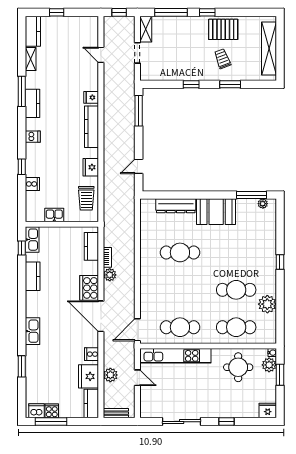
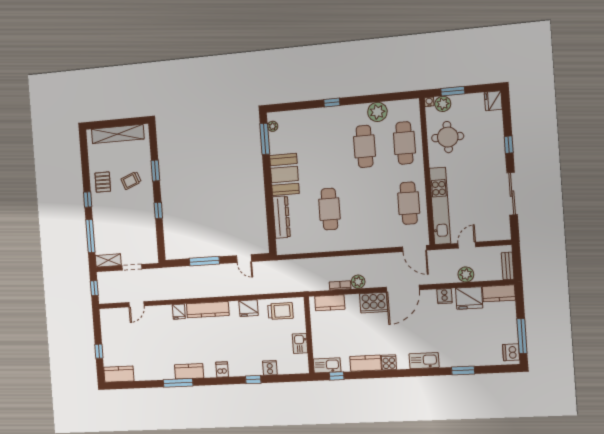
pallet: (223, 29) -> (103, 182), width x0.67, depth x0.71
shelving: (31, 59) -> (146, 375), removed
window: (139, 111) -> (204, 261), moved
cooker: (52, 411) -> (389, 362), moved, turned 90

